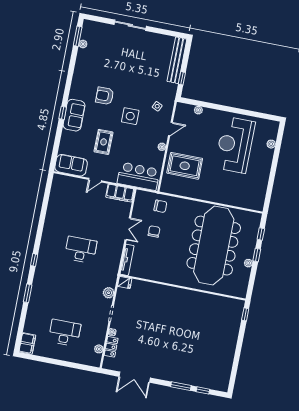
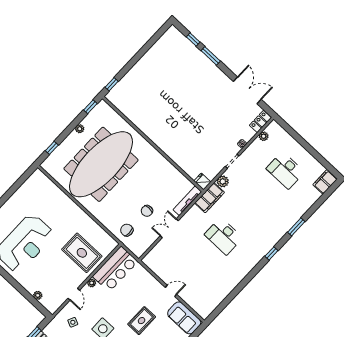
door: (170, 129) -> (74, 294), swing flipped
bar counter: (138, 176) -> (115, 269), moved, turned -90
filing cabinet: (120, 193) -> (210, 198), moved, turned 90
window: (257, 255) -> (90, 107), moved
locker: (111, 347) -> (260, 121), moved

